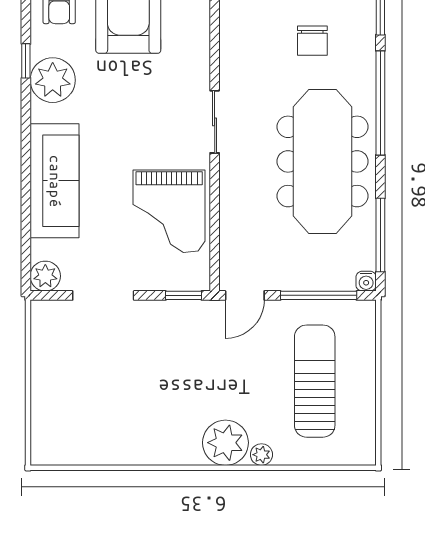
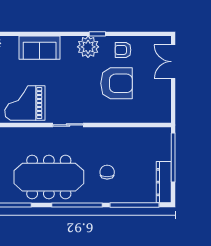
chair: (312, 41) -> (107, 172), turned 90
sofa: (55, 181) -> (40, 48), width x0.73

